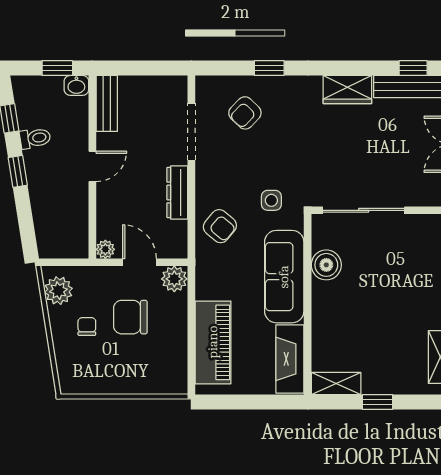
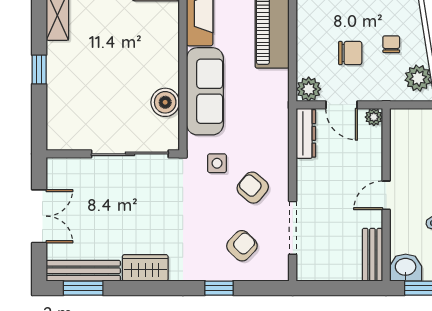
window: (413, 68) -> (83, 288), width x1.50
washbasin: (76, 85) -> (406, 268), width x1.38, depth x1.45
dresser: (177, 193) -> (306, 133), moved
armchair: (220, 226) -> (253, 188), moved
chair: (130, 317) -> (350, 53), width x0.73, depth x0.73
chair: (87, 326) -> (391, 44), turned 180

